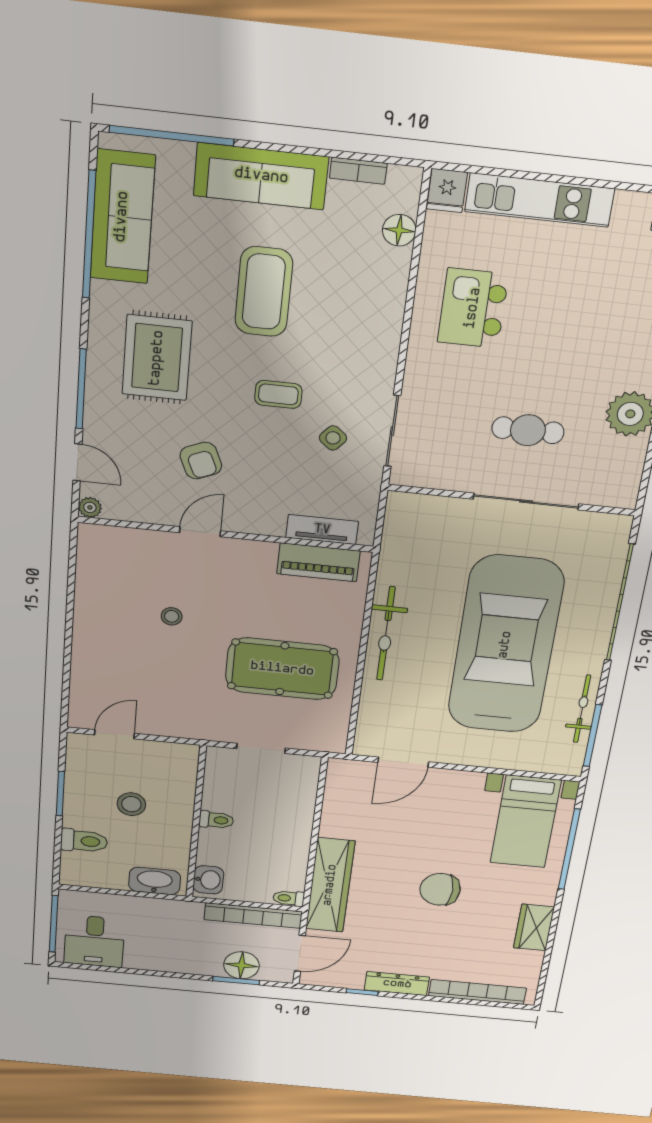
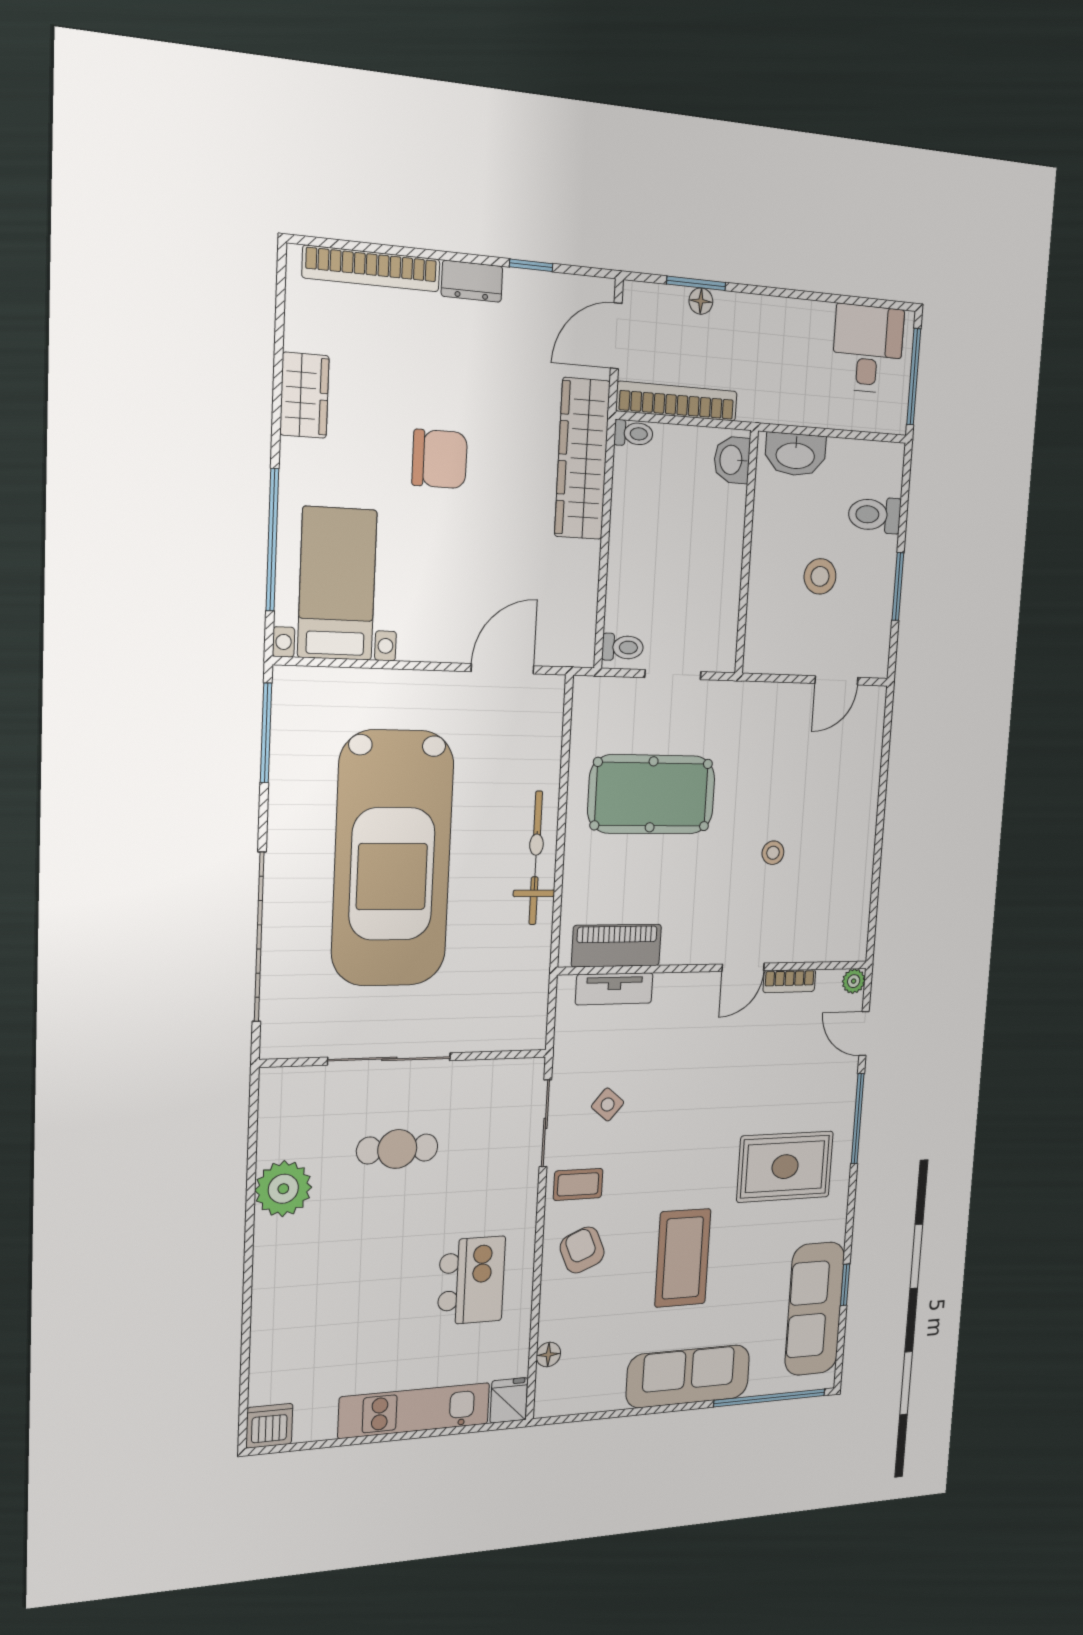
bookcase: (358, 171) -> (789, 981), moved, turned 180
floor lamp: (399, 230) -> (548, 1355), width x0.73, depth x0.73
window: (89, 235) -> (845, 1285), width x0.32
rug: (157, 358) -> (785, 1167), turned 90
coffee table: (278, 394) -> (578, 1184), moved
armchair: (201, 461) -> (582, 1250), moved
bicycle: (582, 709) -> (285, 774), removed
toilet: (216, 820) -> (623, 647), moved, turned 180
floor lamp: (241, 965) -> (701, 301), width x0.53, depth x0.53
dresser: (397, 984) -> (472, 281), width x0.70

